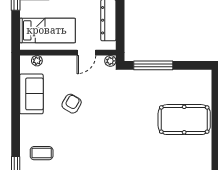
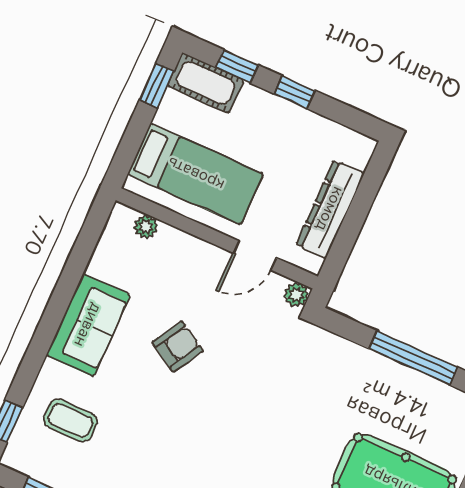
window: (153, 65) -> (413, 358), moved
sofa: (31, 94) -> (88, 325), moved

